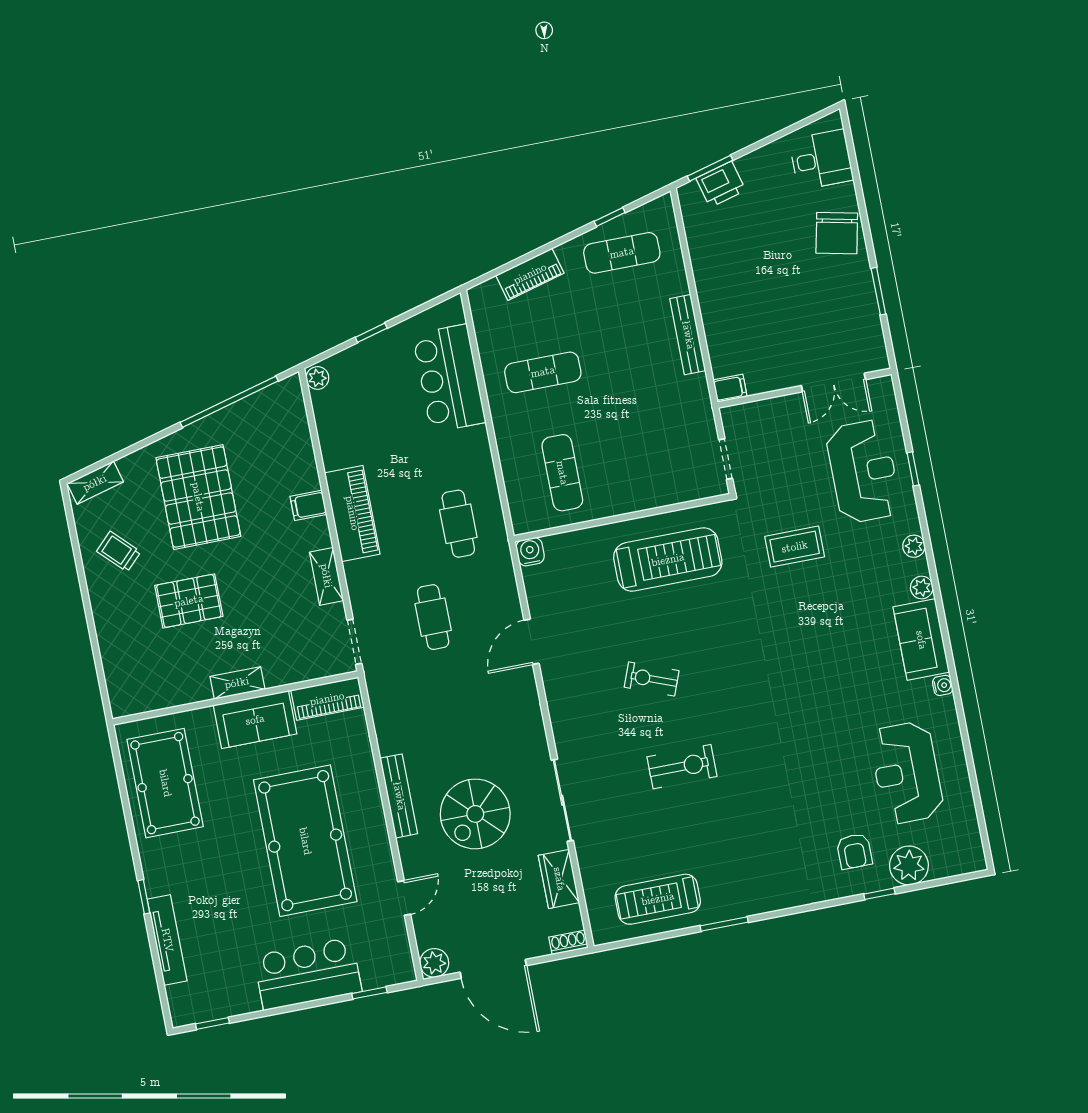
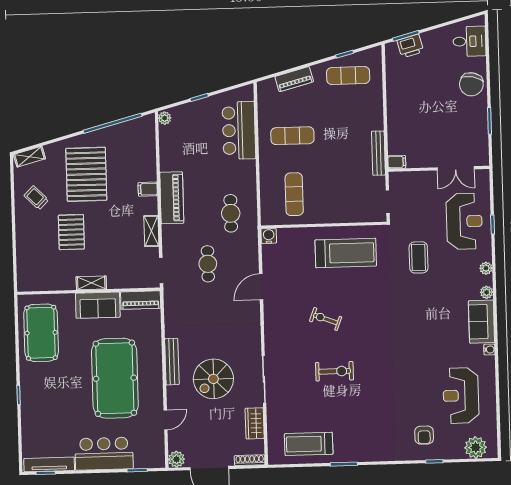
bench: (688, 335) -> (378, 153), moved
coffee table: (795, 547) -> (419, 257), turned 90
pallet: (189, 601) -> (71, 232), turned 90
plant: (909, 866) -> (476, 447), moved
tv unit: (167, 940) -> (49, 464), moved, turned -90
shoe rack: (568, 942) -> (250, 460), width x1.43

